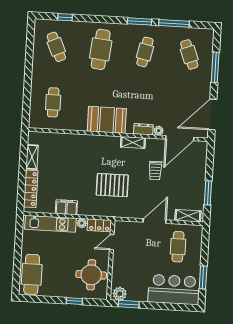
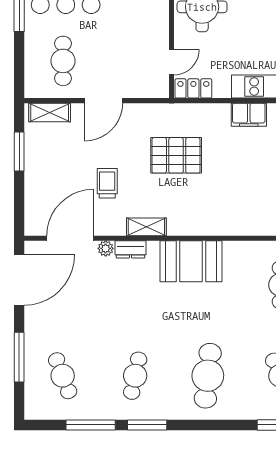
plant: (82, 223) -> (222, 90), removed

